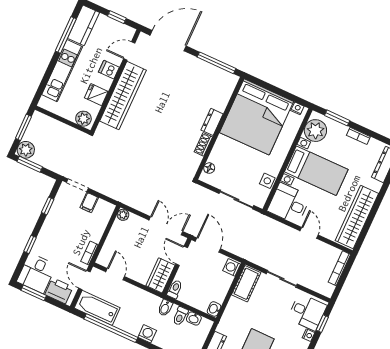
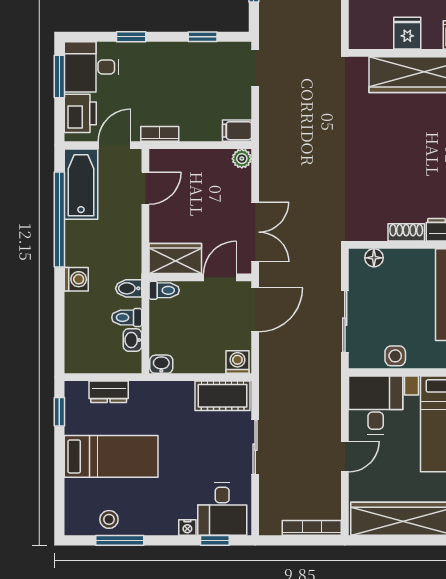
plant: (83, 119) -> (361, 30), removed
filing cabinet: (89, 203) -> (237, 131), moved

